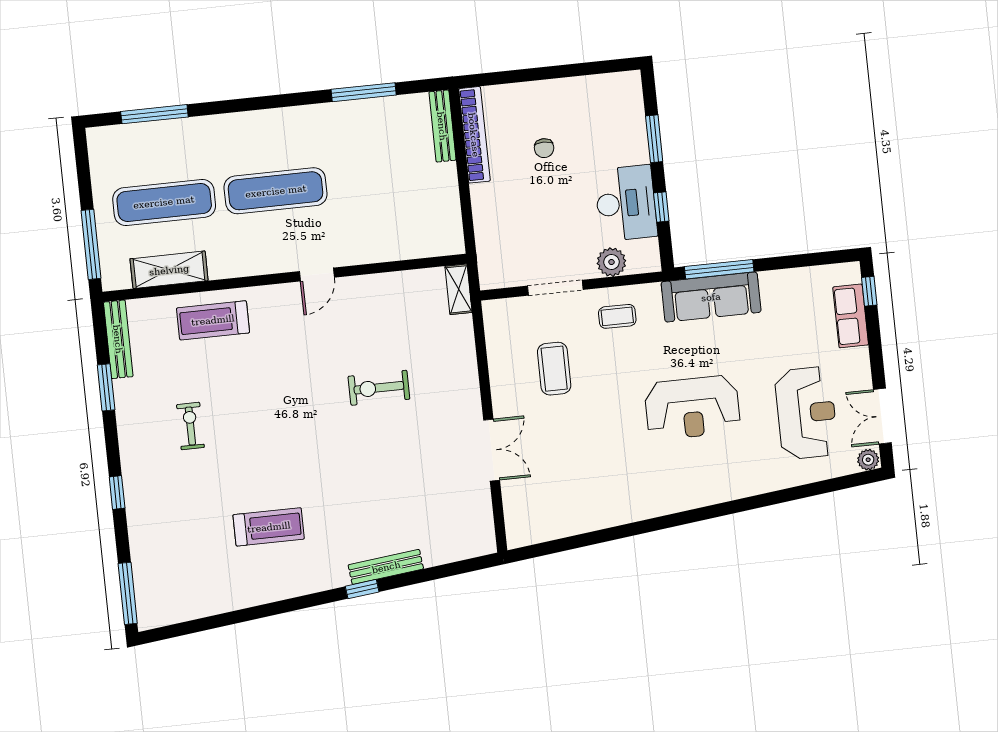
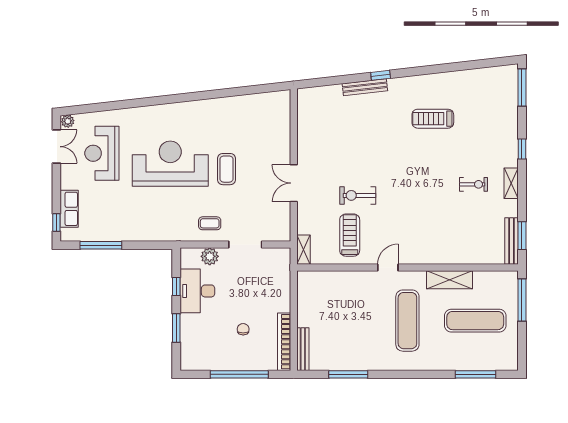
window: (542, 73) -> (239, 374), added
exercise mat: (276, 191) -> (407, 321), turned 90
window: (719, 269) -> (101, 245), moved
shelving: (169, 270) -> (449, 280), moved
sofa: (711, 297) -> (152, 229), removed
treadmill: (213, 320) -> (350, 235), moved, turned -90
coffee table: (554, 369) -> (226, 169), moved
window: (106, 387) -> (522, 236), moved
exercise bike: (379, 388) -> (358, 195), turned 180
reception desk: (692, 408) -> (170, 164), width x1.36, depth x1.30
exercise bike: (190, 426) -> (474, 184), turned -90
shelving: (129, 434) -> (511, 183), added
double door: (492, 450) -> (294, 183), moved

